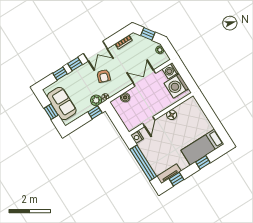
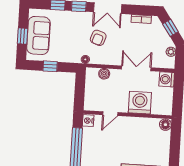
washing machine: (176, 86) -> (140, 103), moved, turned 90
plant: (96, 100) -> (74, 56), removed
window: (95, 112) -> (50, 66), moved
floor lamp: (172, 115) -> (165, 125), moved

